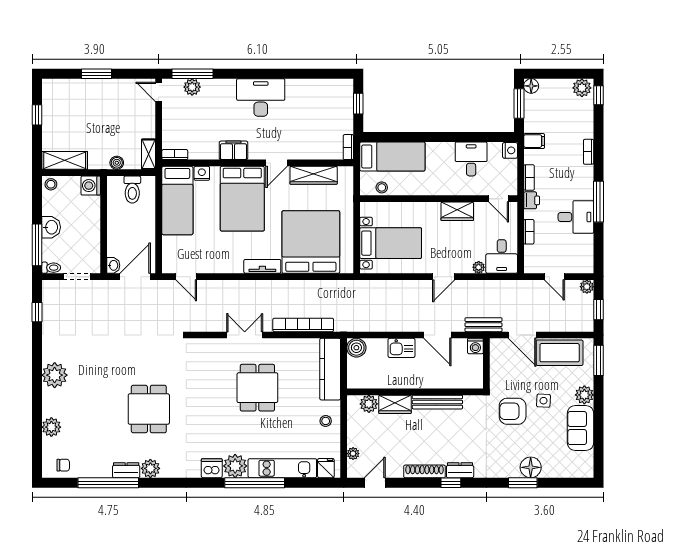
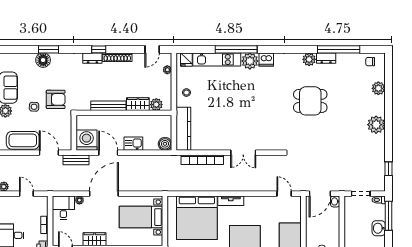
door: (444, 277) -> (104, 194), width x1.88
washing machine: (475, 346) -> (87, 140), width x1.89, depth x1.89
dining table: (257, 388) -> (234, 116), removed
dining table: (149, 409) -> (310, 101), turned 90

